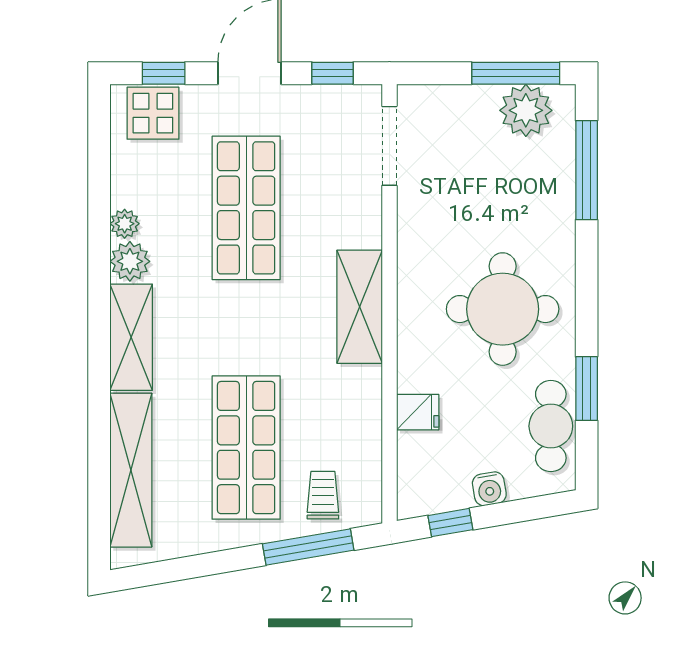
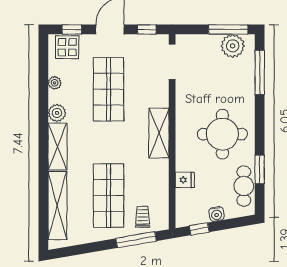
plant: (125, 224) -> (55, 83), moved

